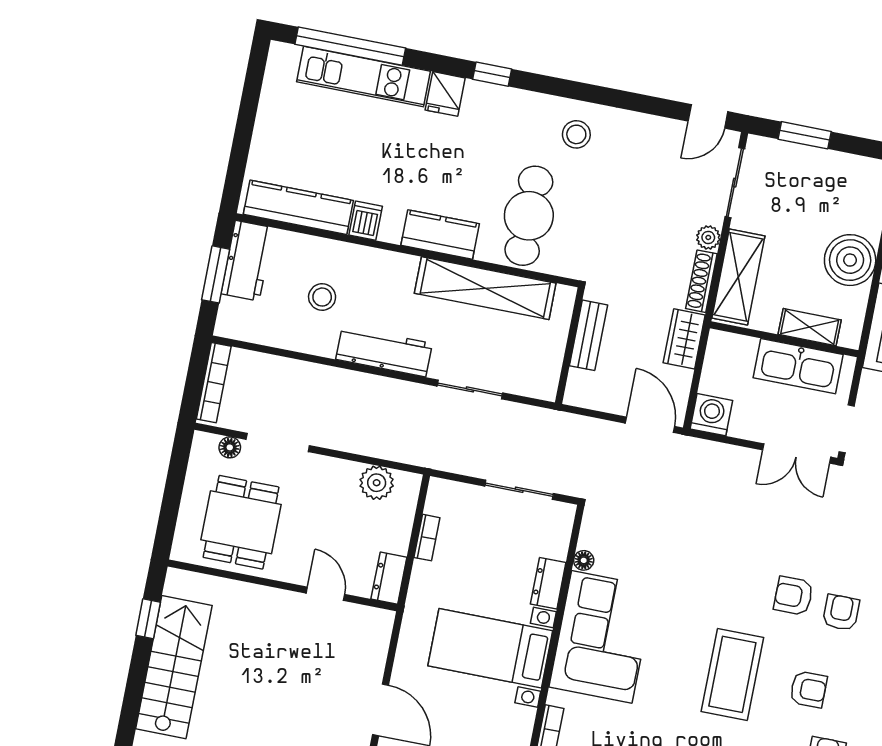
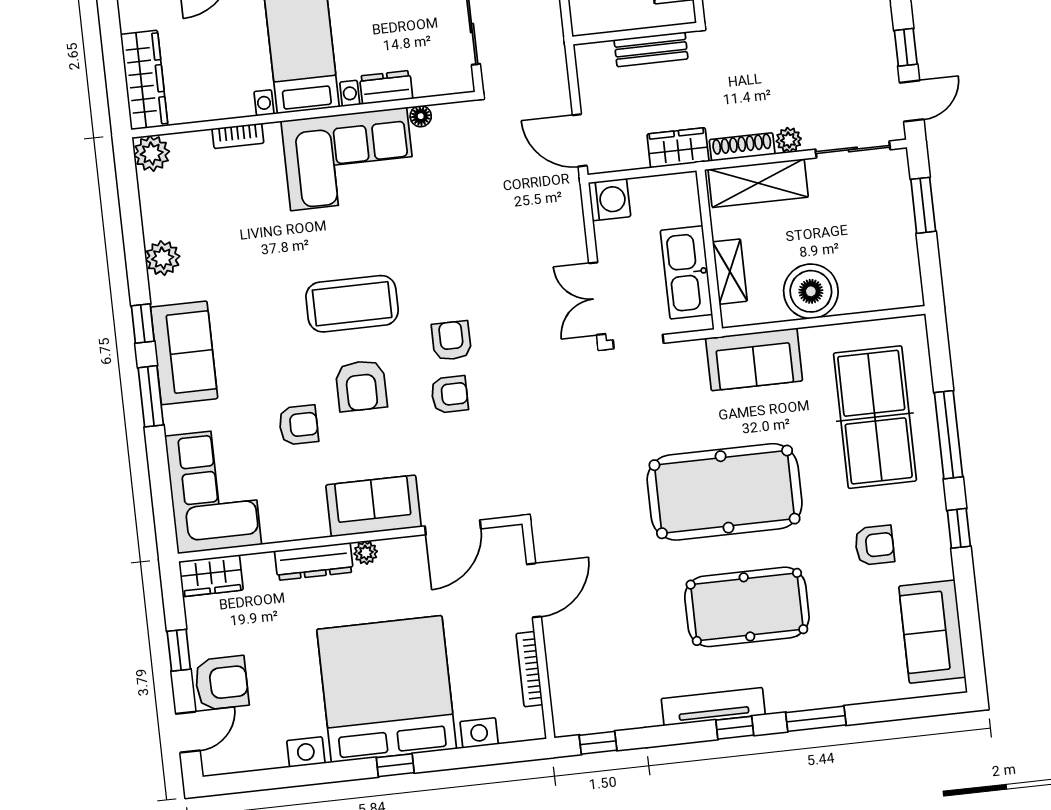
window: (658, 107) -> (906, 47), added
door: (708, 116) -> (912, 101), swing flipped
door: (650, 425) -> (580, 140), swing flipped
armchair: (808, 689) -> (361, 386), width x1.38, depth x1.38

